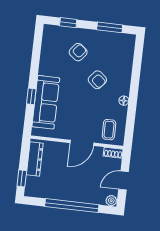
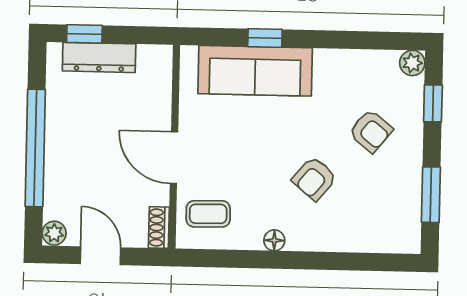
plant: (49, 30) -> (412, 63), added
dresser: (35, 159) -> (99, 57), moved

